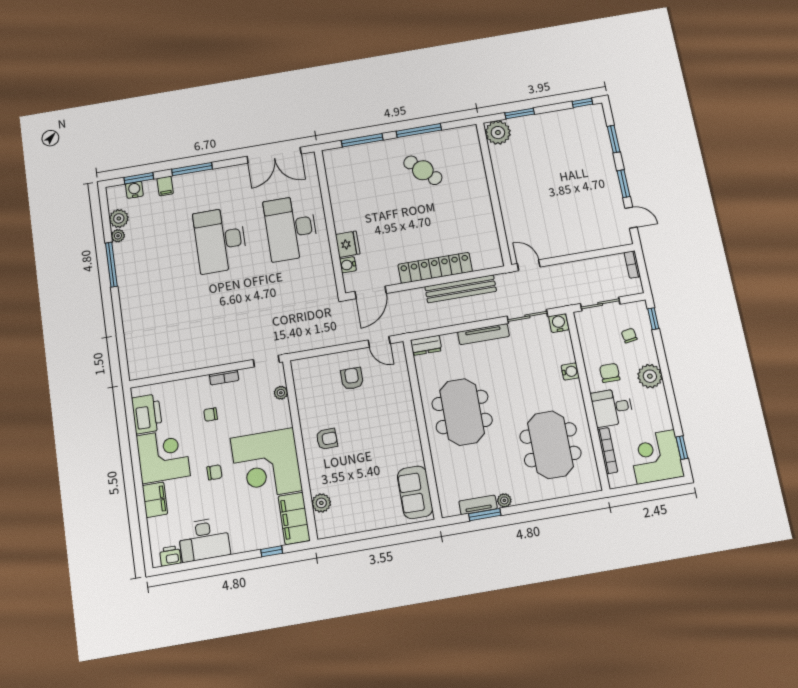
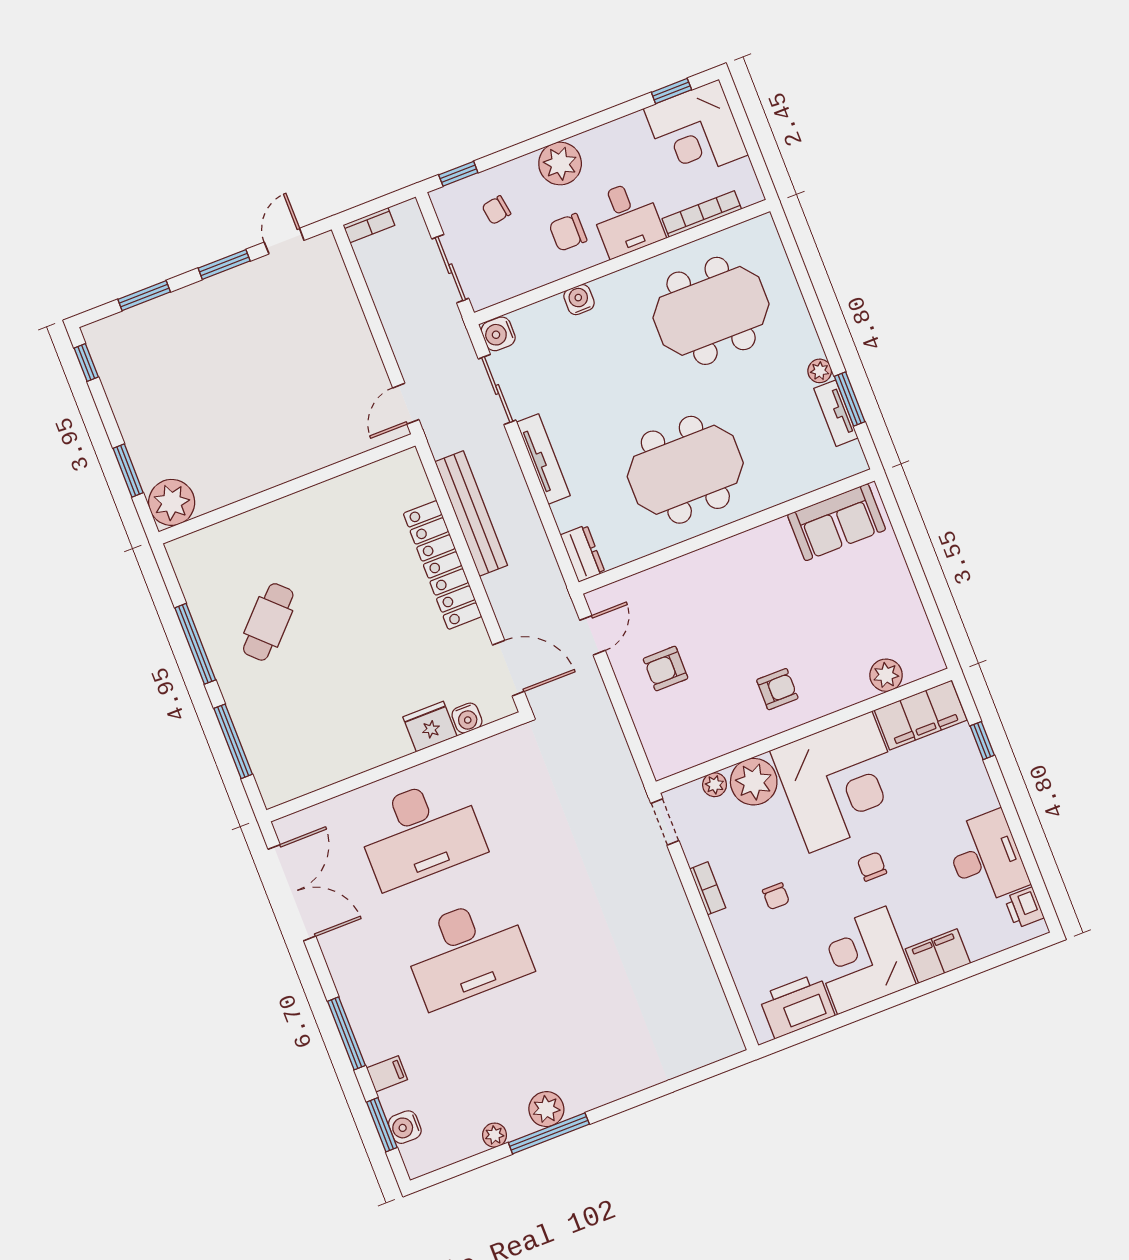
plant: (119, 218) -> (546, 1109), moved
plant: (278, 415) -> (754, 782), added
armchair: (327, 439) -> (777, 689), turned 92

